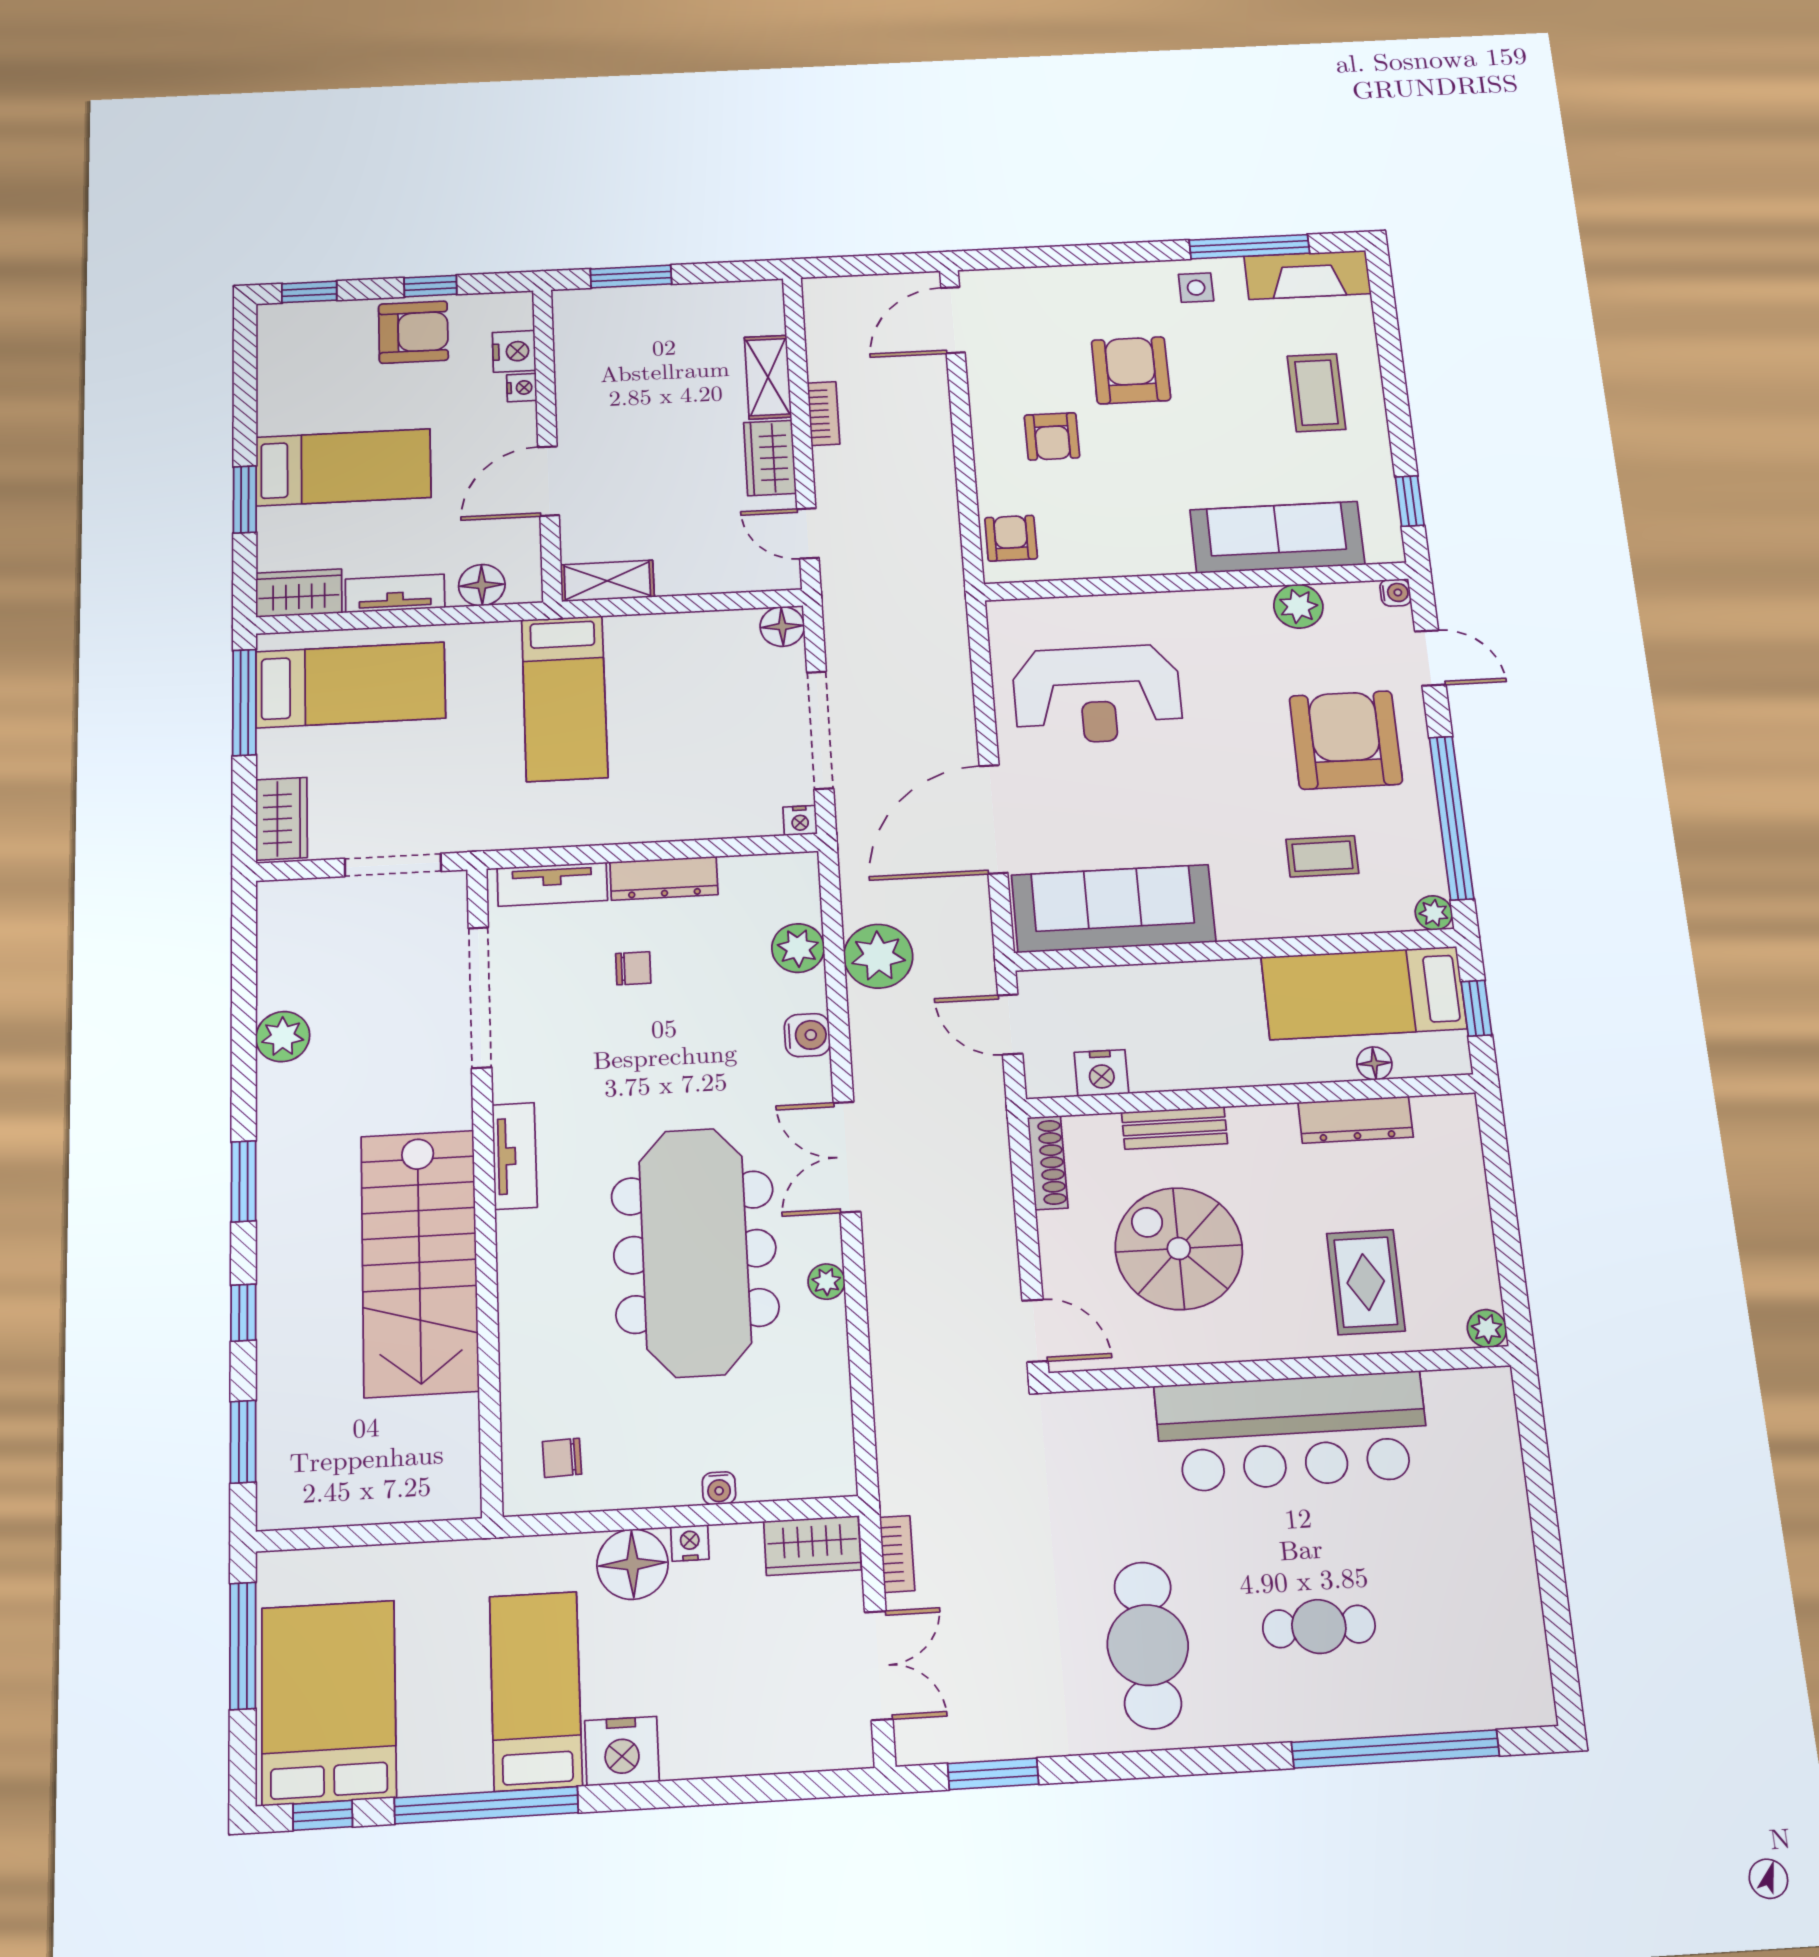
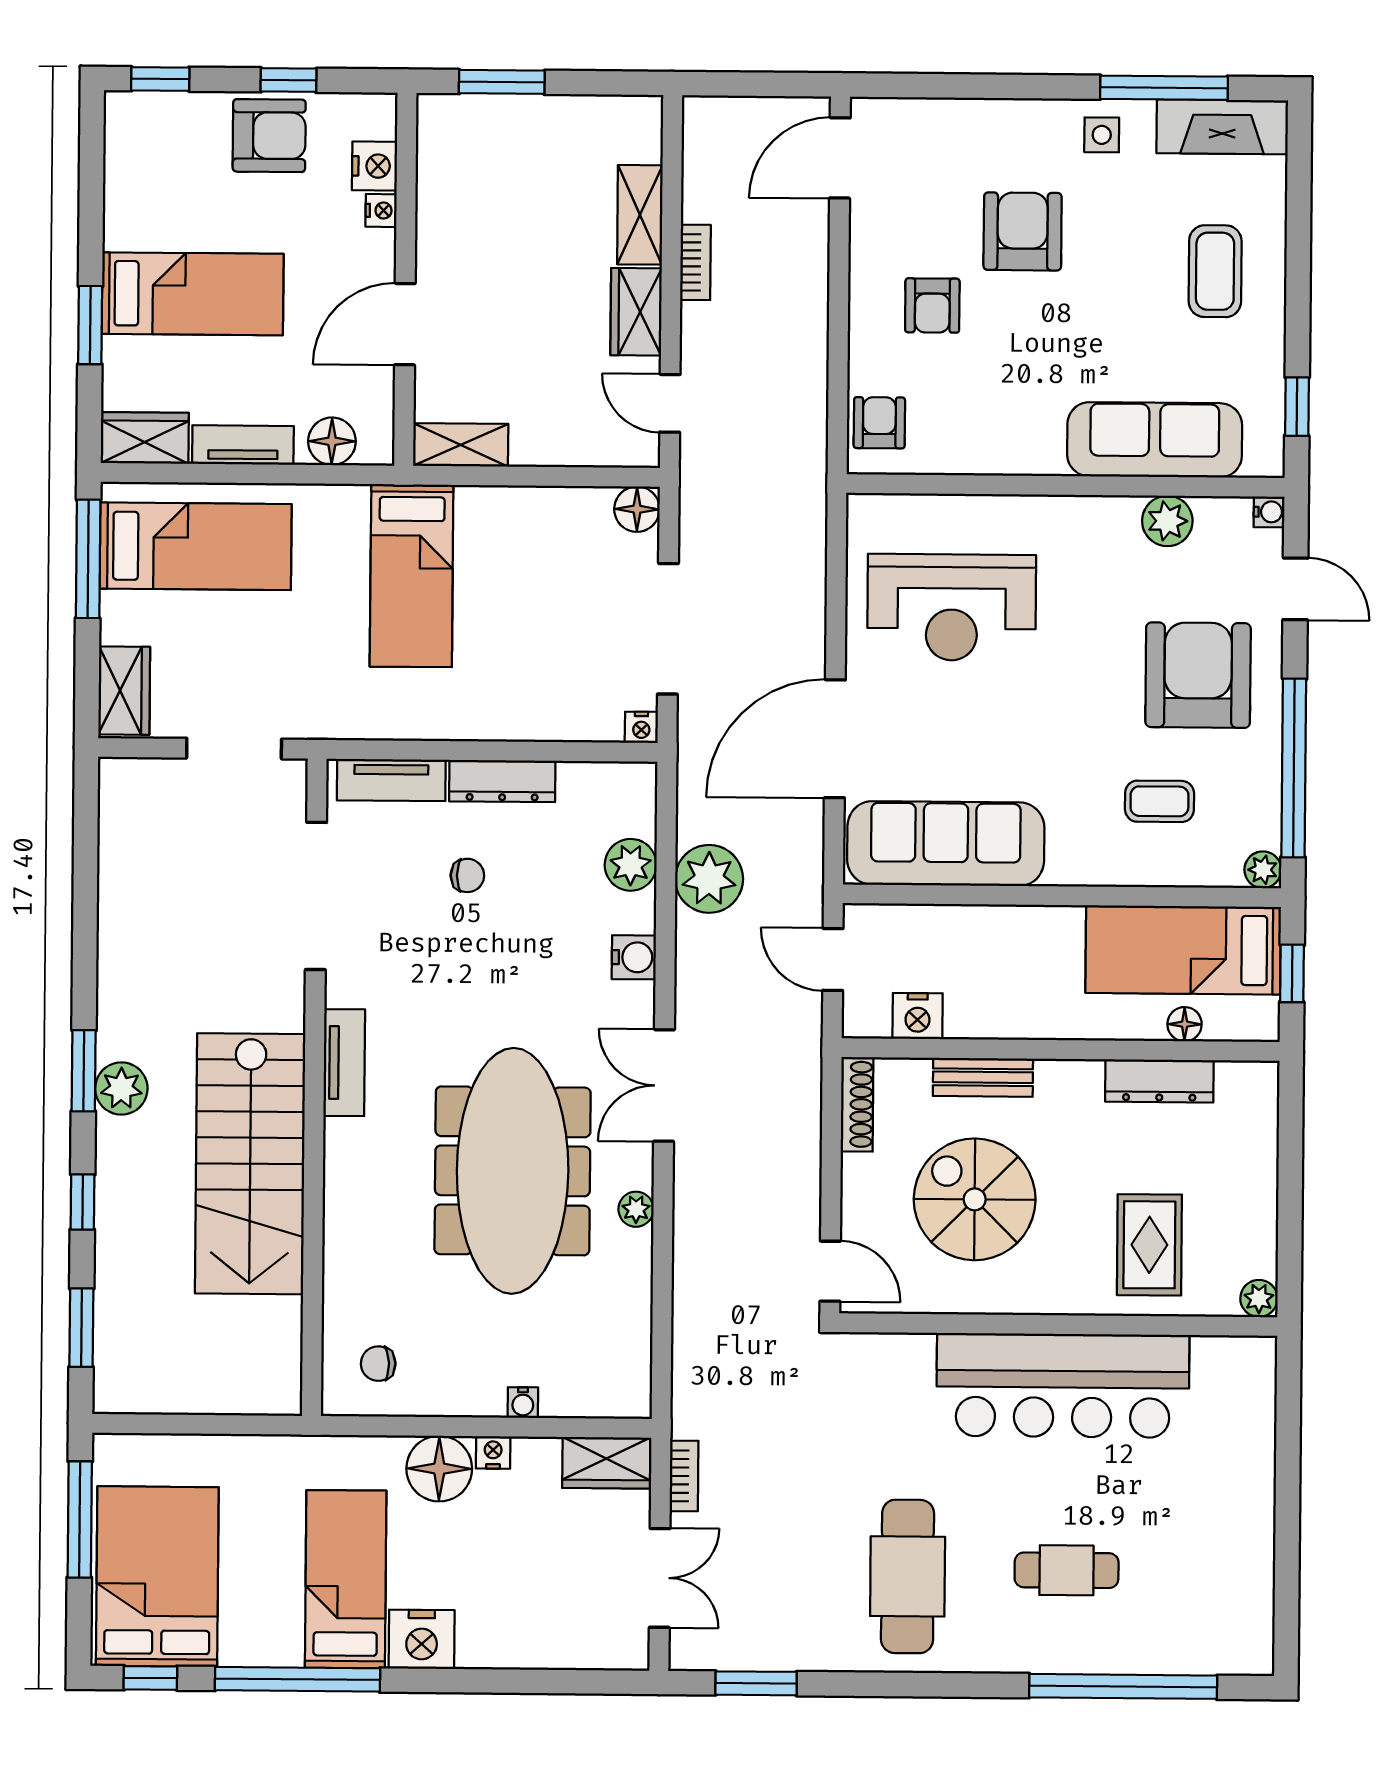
plant: (283, 1037) -> (121, 1089), moved

